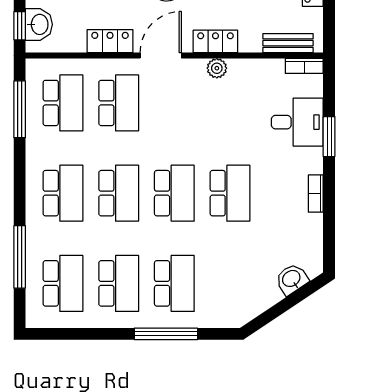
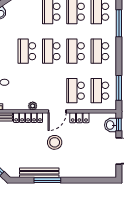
locker: (215, 41) -> (28, 118), width x1.53

